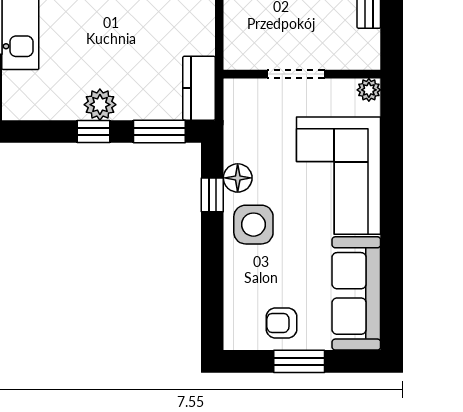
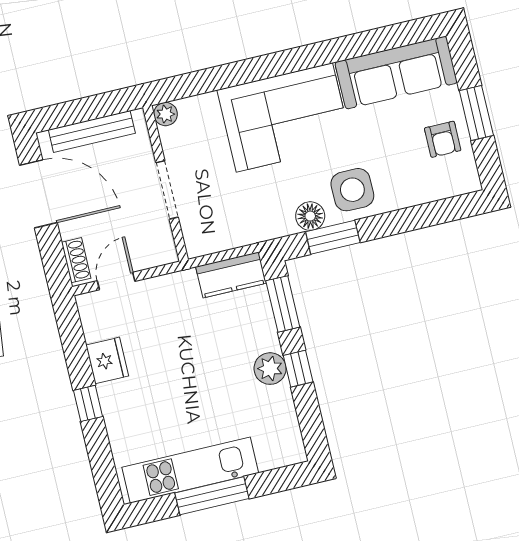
doorway: (296, 74) -> (167, 190), moved
wall: (302, 74) -> (166, 184), moved
plant: (369, 90) -> (166, 114), moved
window: (212, 195) -> (333, 237), width x1.50

